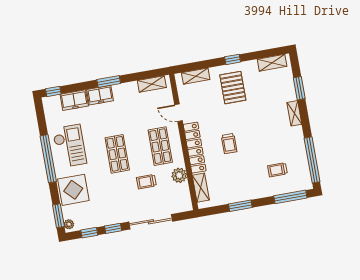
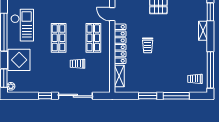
trolley: (277, 170) -> (195, 79), moved
plant: (179, 175) -> (104, 63), removed
window: (290, 197) -> (176, 96), moved
window: (89, 233) -> (26, 96), removed

